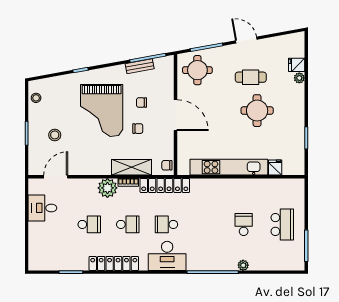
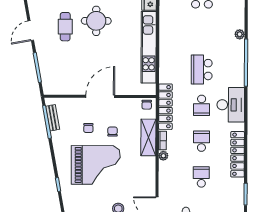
bench: (140, 66) -> (53, 118), moved
round table: (197, 70) -> (59, 76), removed
plant: (107, 188) -> (163, 156), width x0.53, depth x0.53
school desk: (244, 224) -> (202, 70), moved, width x1.85

